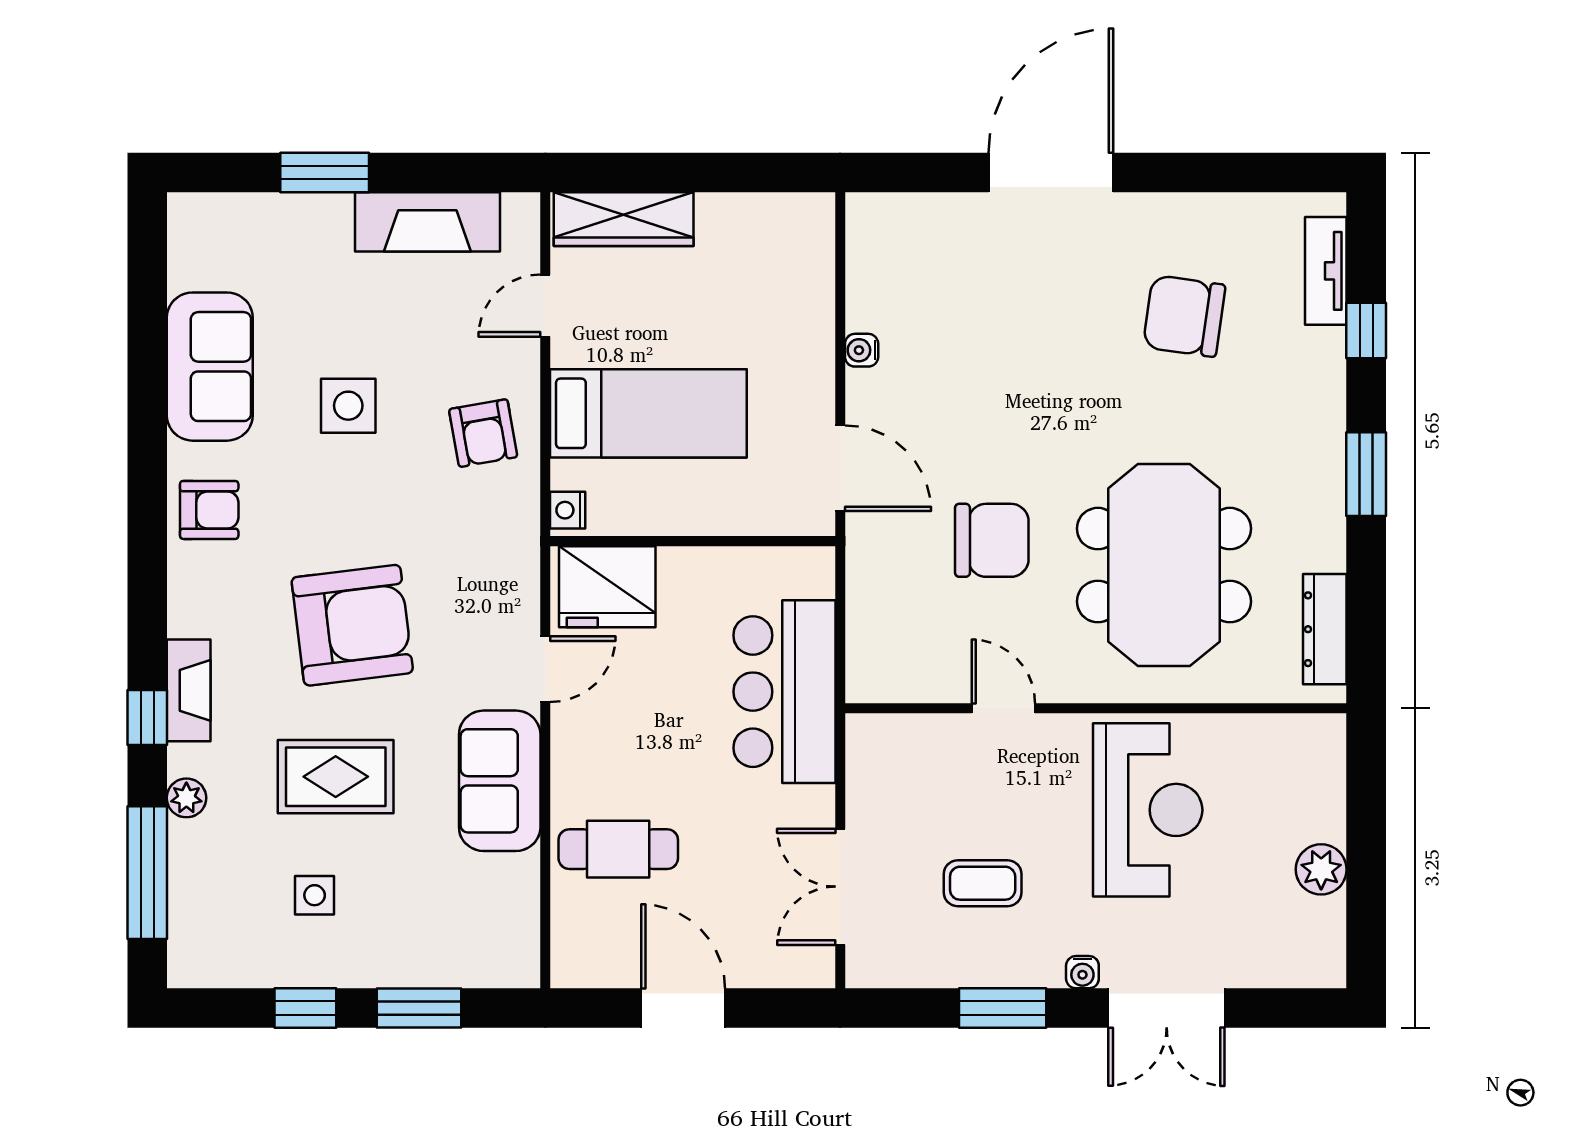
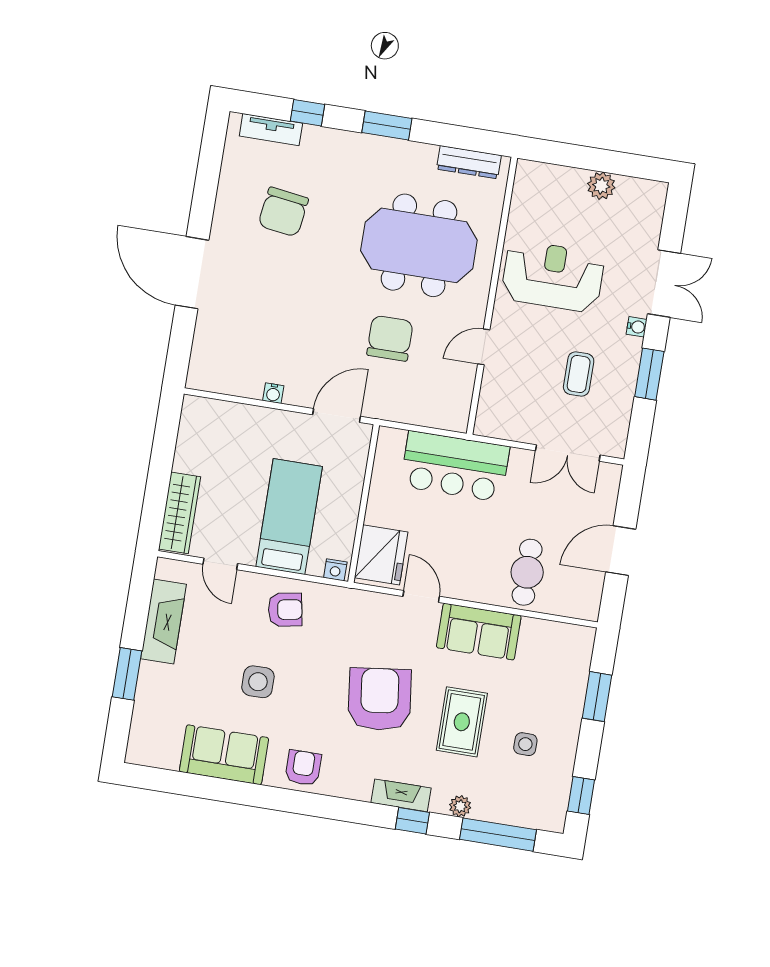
window: (305, 1008) -> (581, 796), moved

